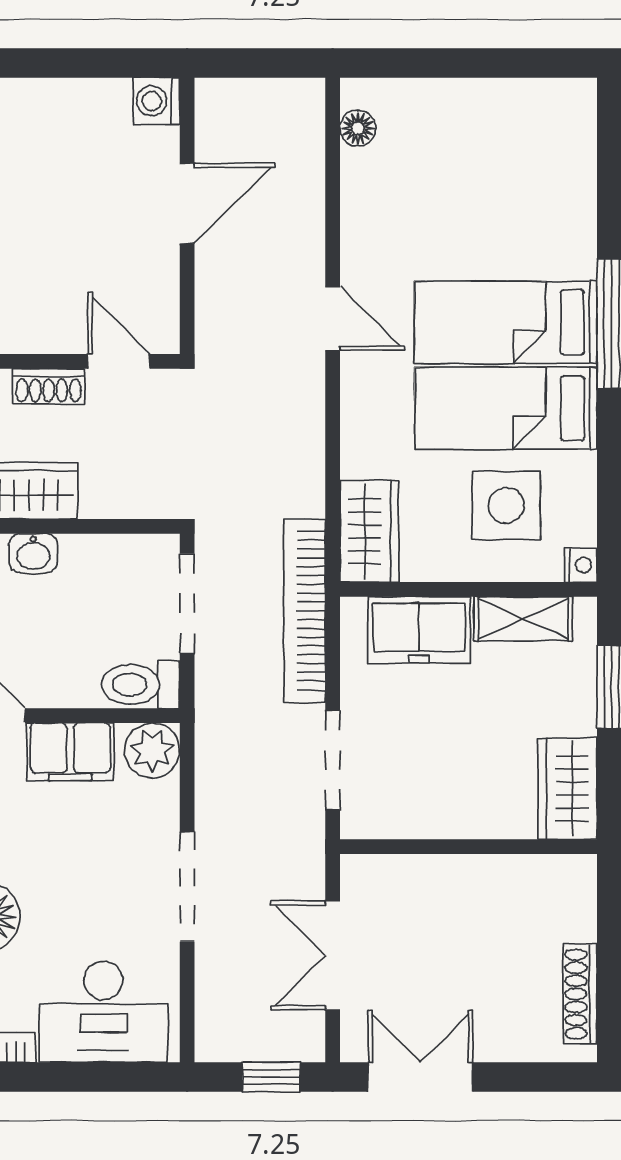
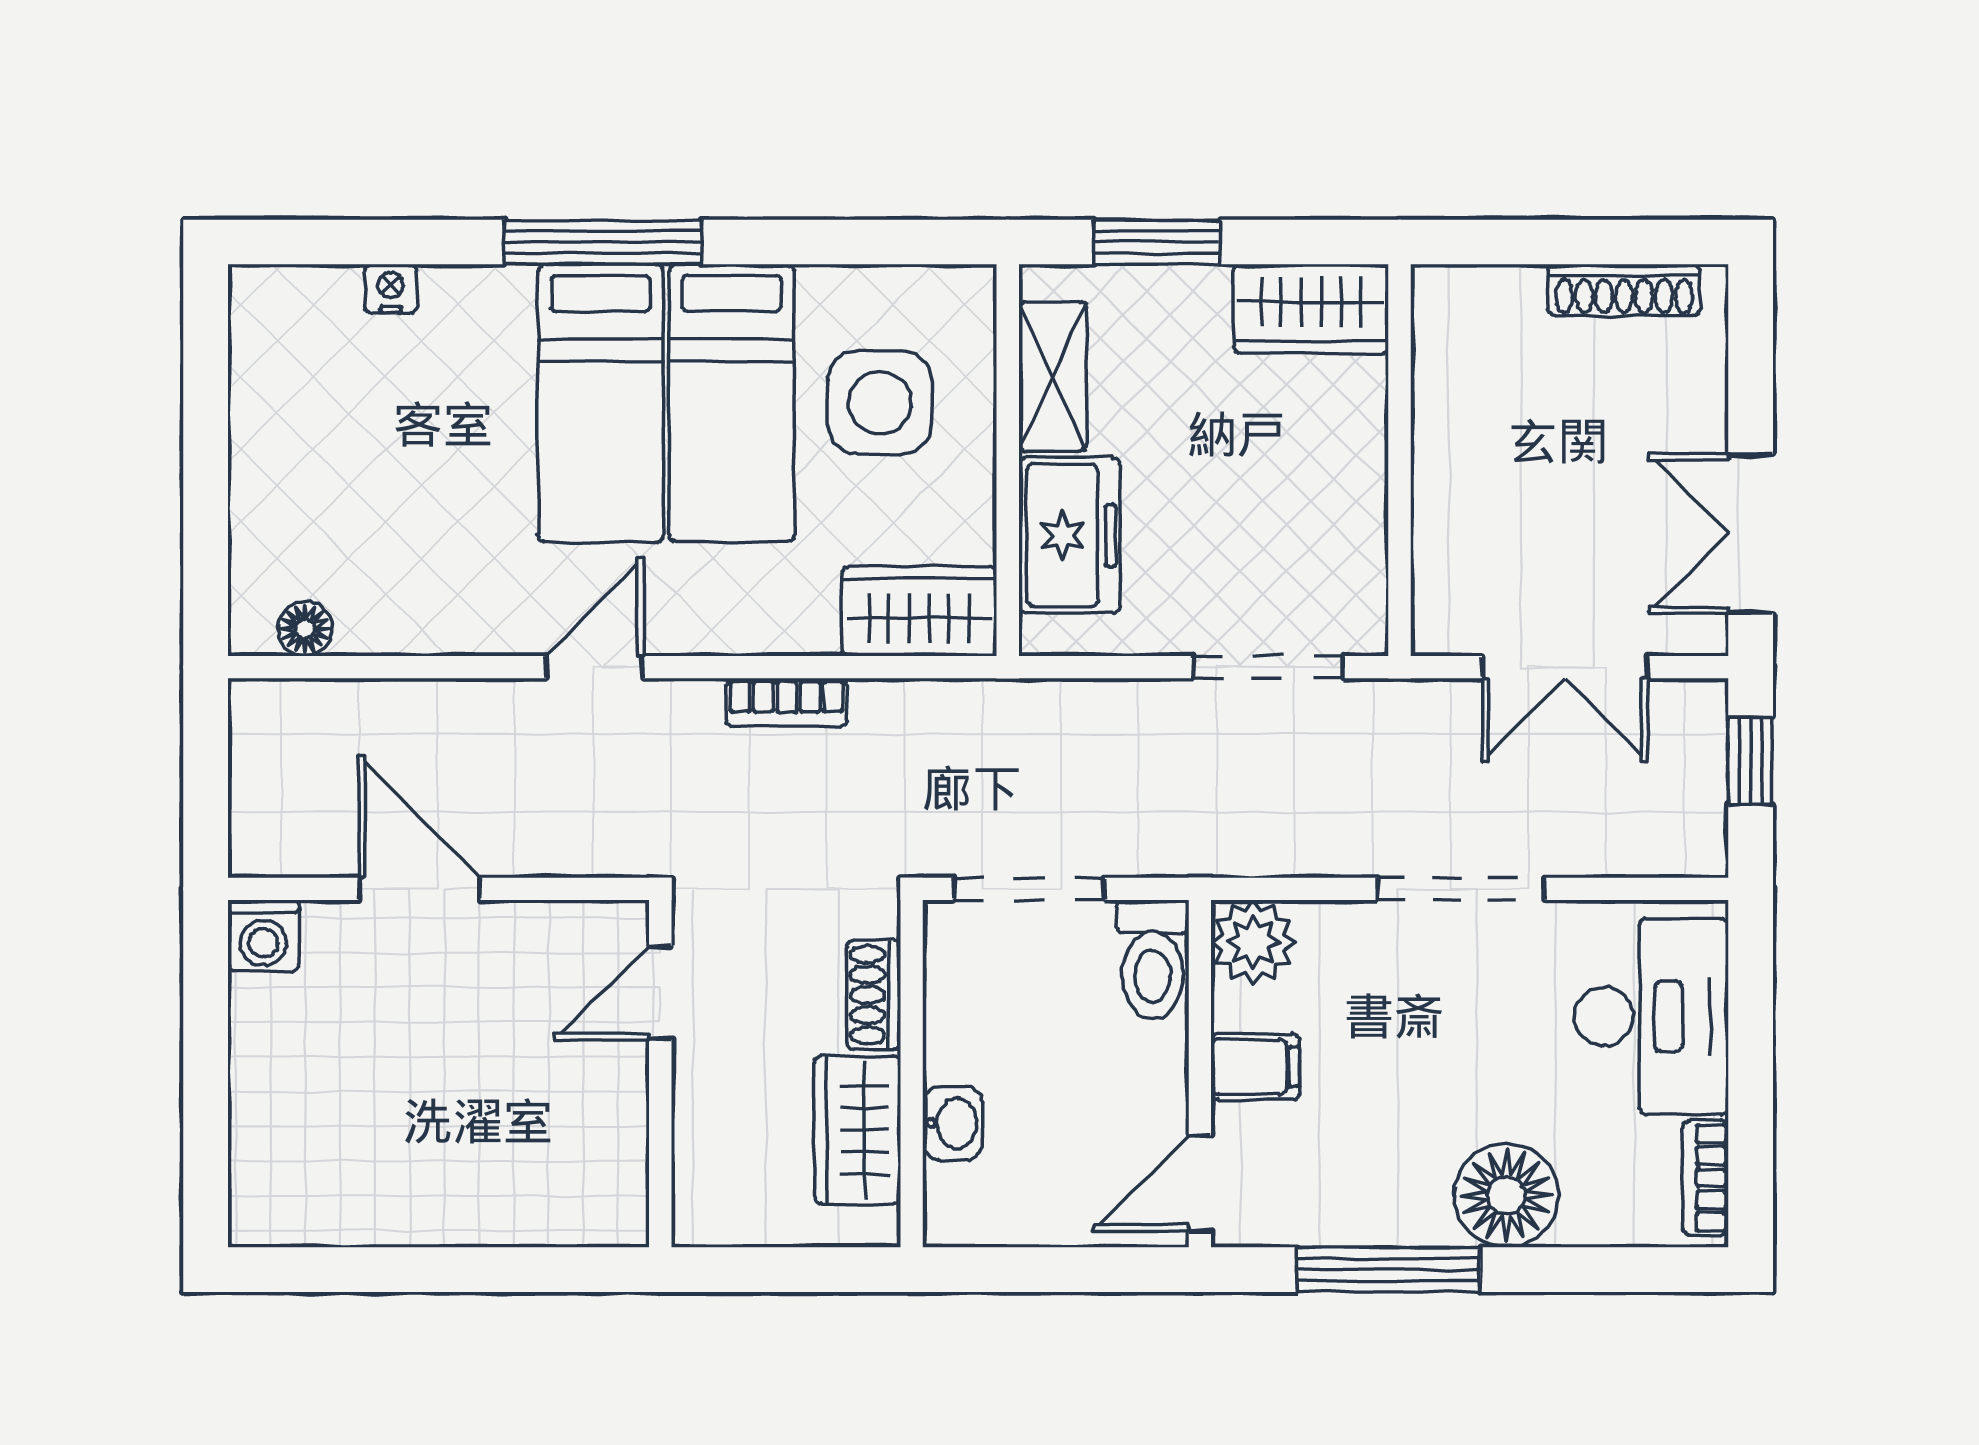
shoe rack: (49, 386) -> (874, 995), moved, turned 180
nightstand: (581, 565) -> (391, 289), moved
bookcase: (305, 611) -> (787, 702), moved, width x0.43, depth x0.76
filing cabinet: (70, 752) -> (1255, 1067), width x0.50

